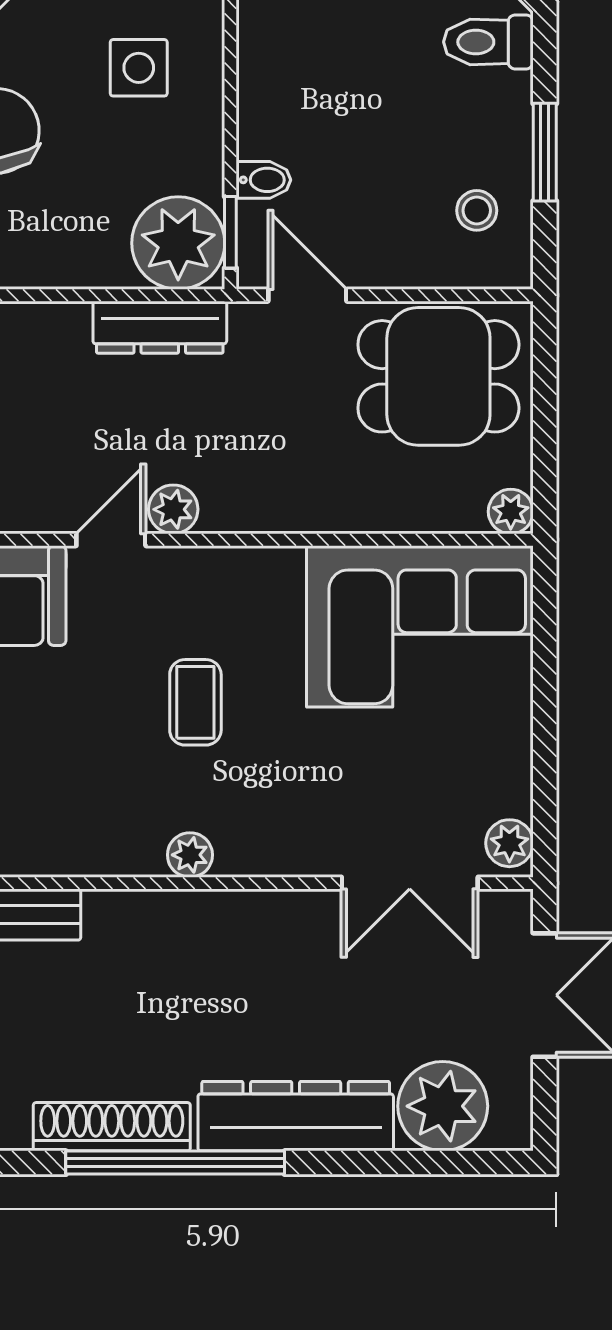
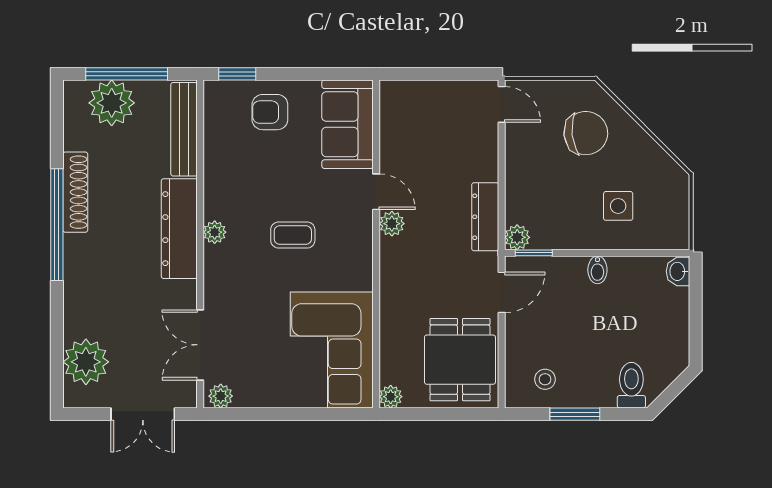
bidet: (263, 180) -> (597, 270), moved
plant: (178, 243) -> (517, 237), width x0.53, depth x0.53
dresser: (296, 1116) -> (179, 229), moved, turned 180

